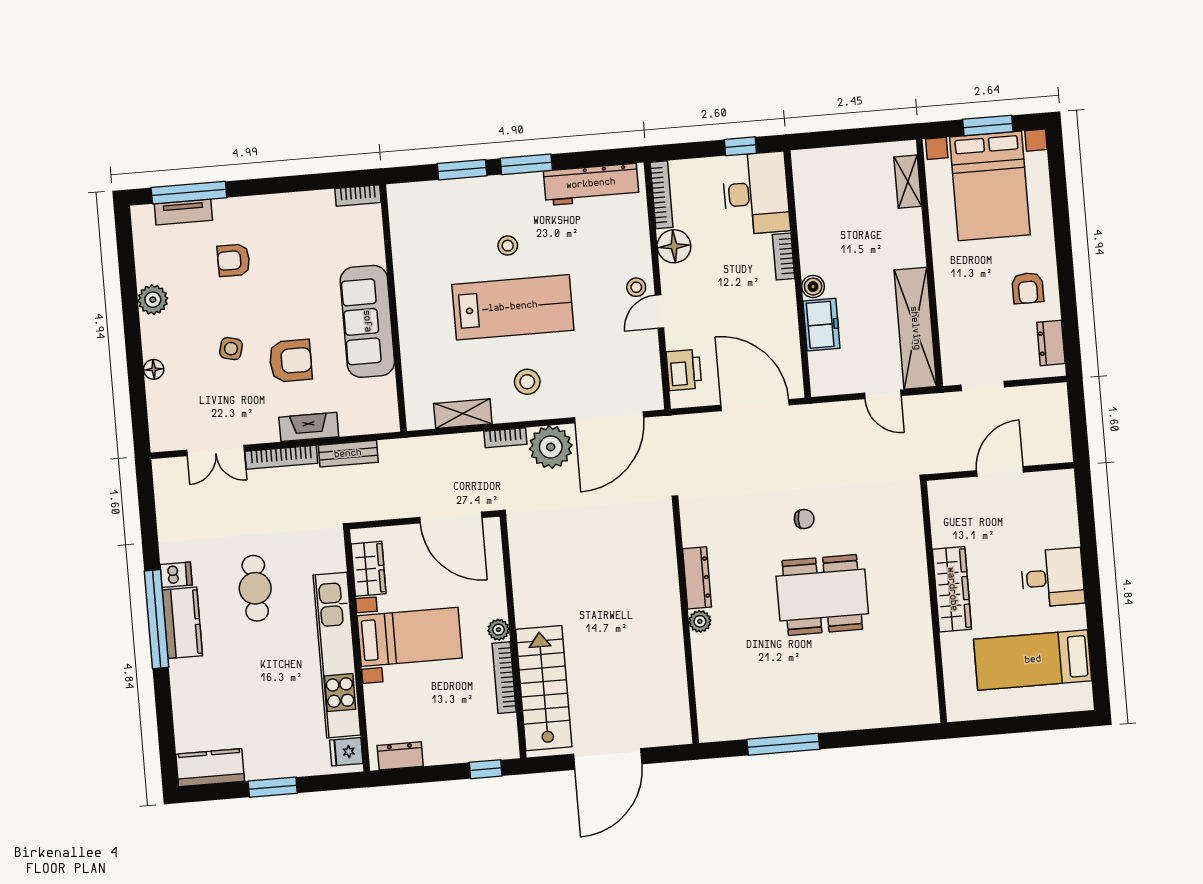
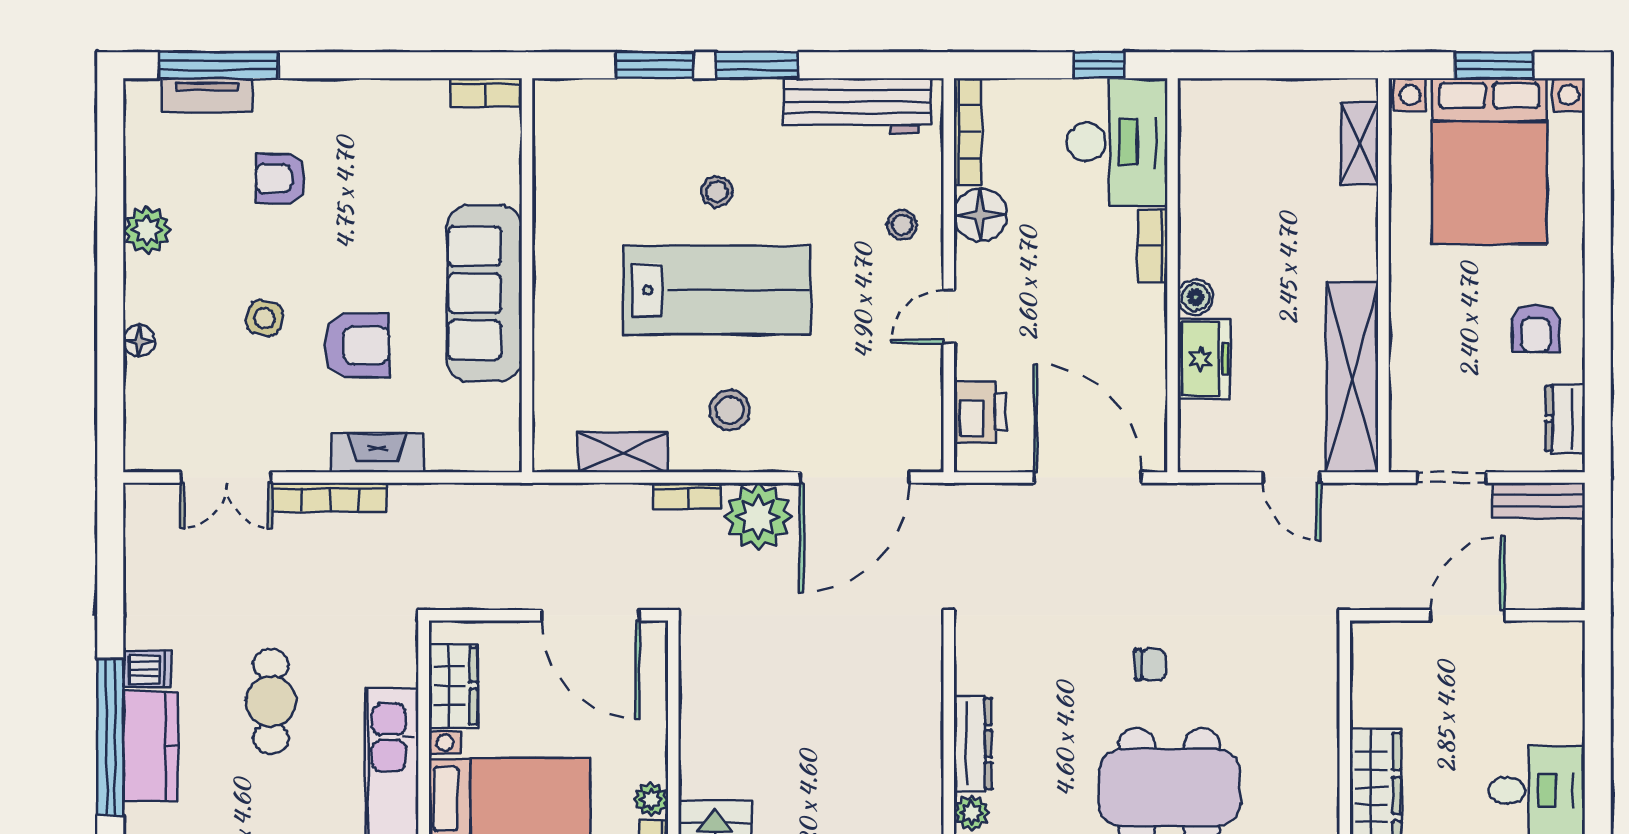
stool: (636, 287) -> (902, 225), moved
bench: (348, 454) -> (1539, 500), moved

